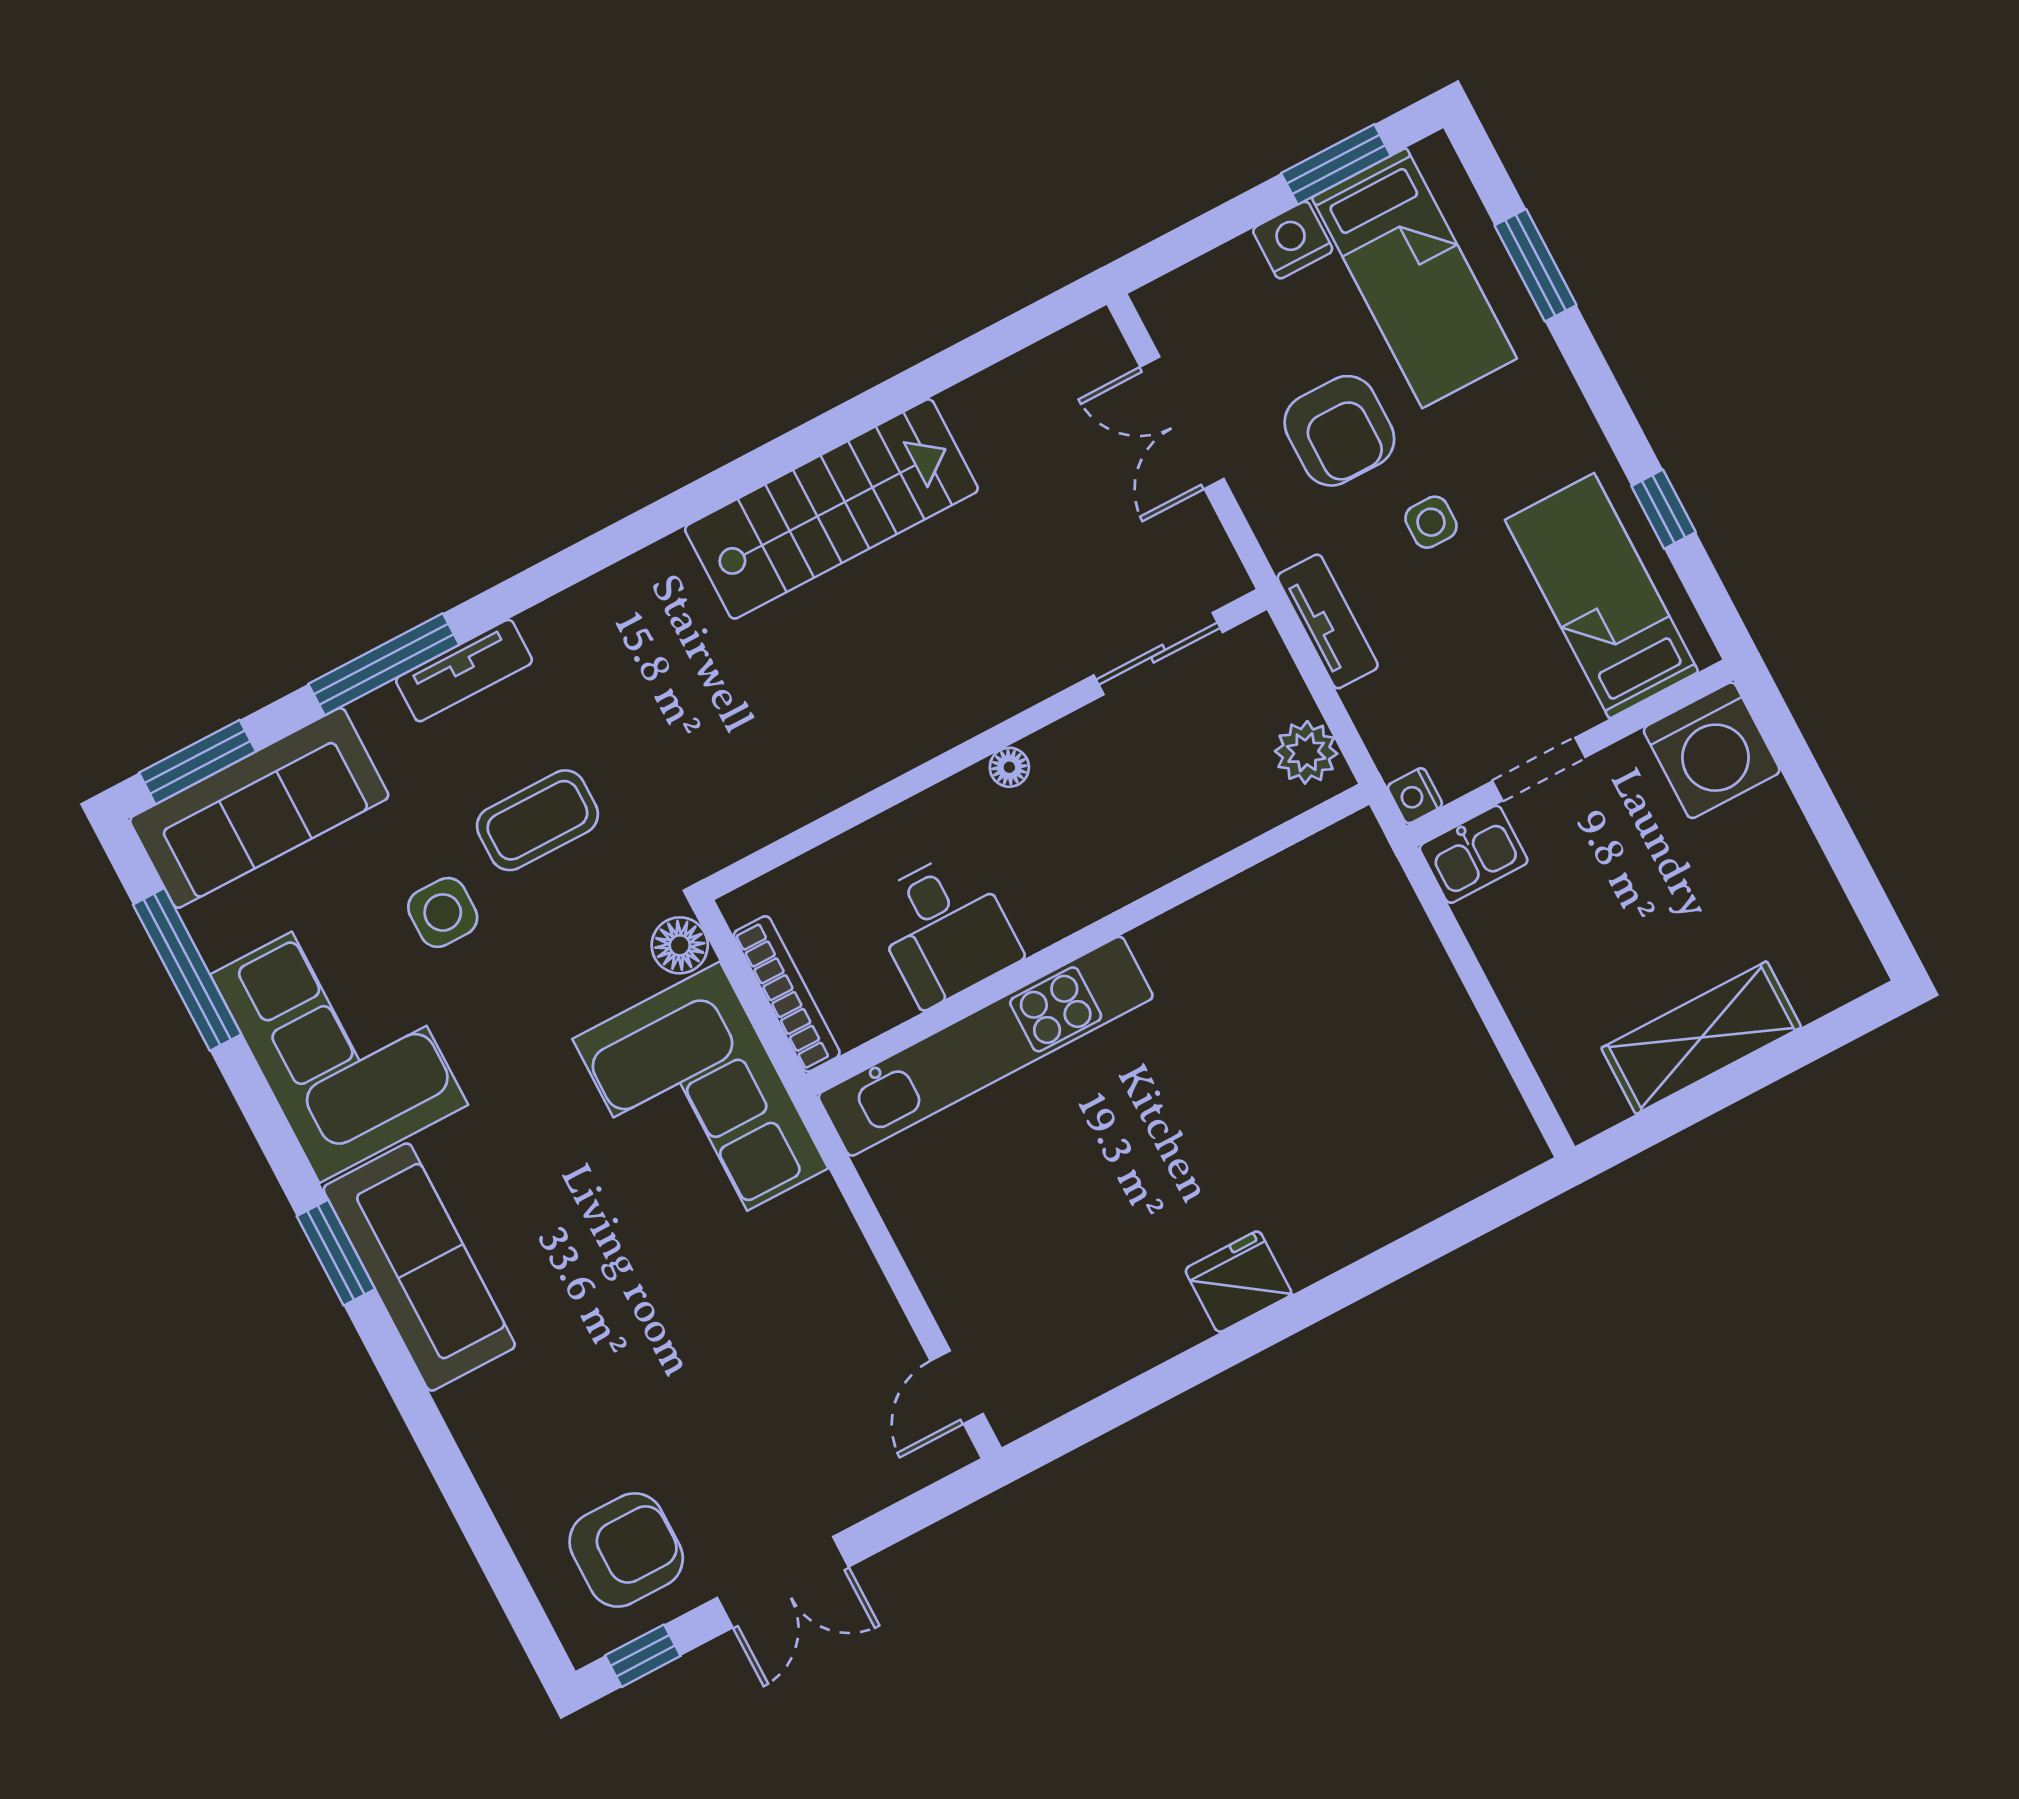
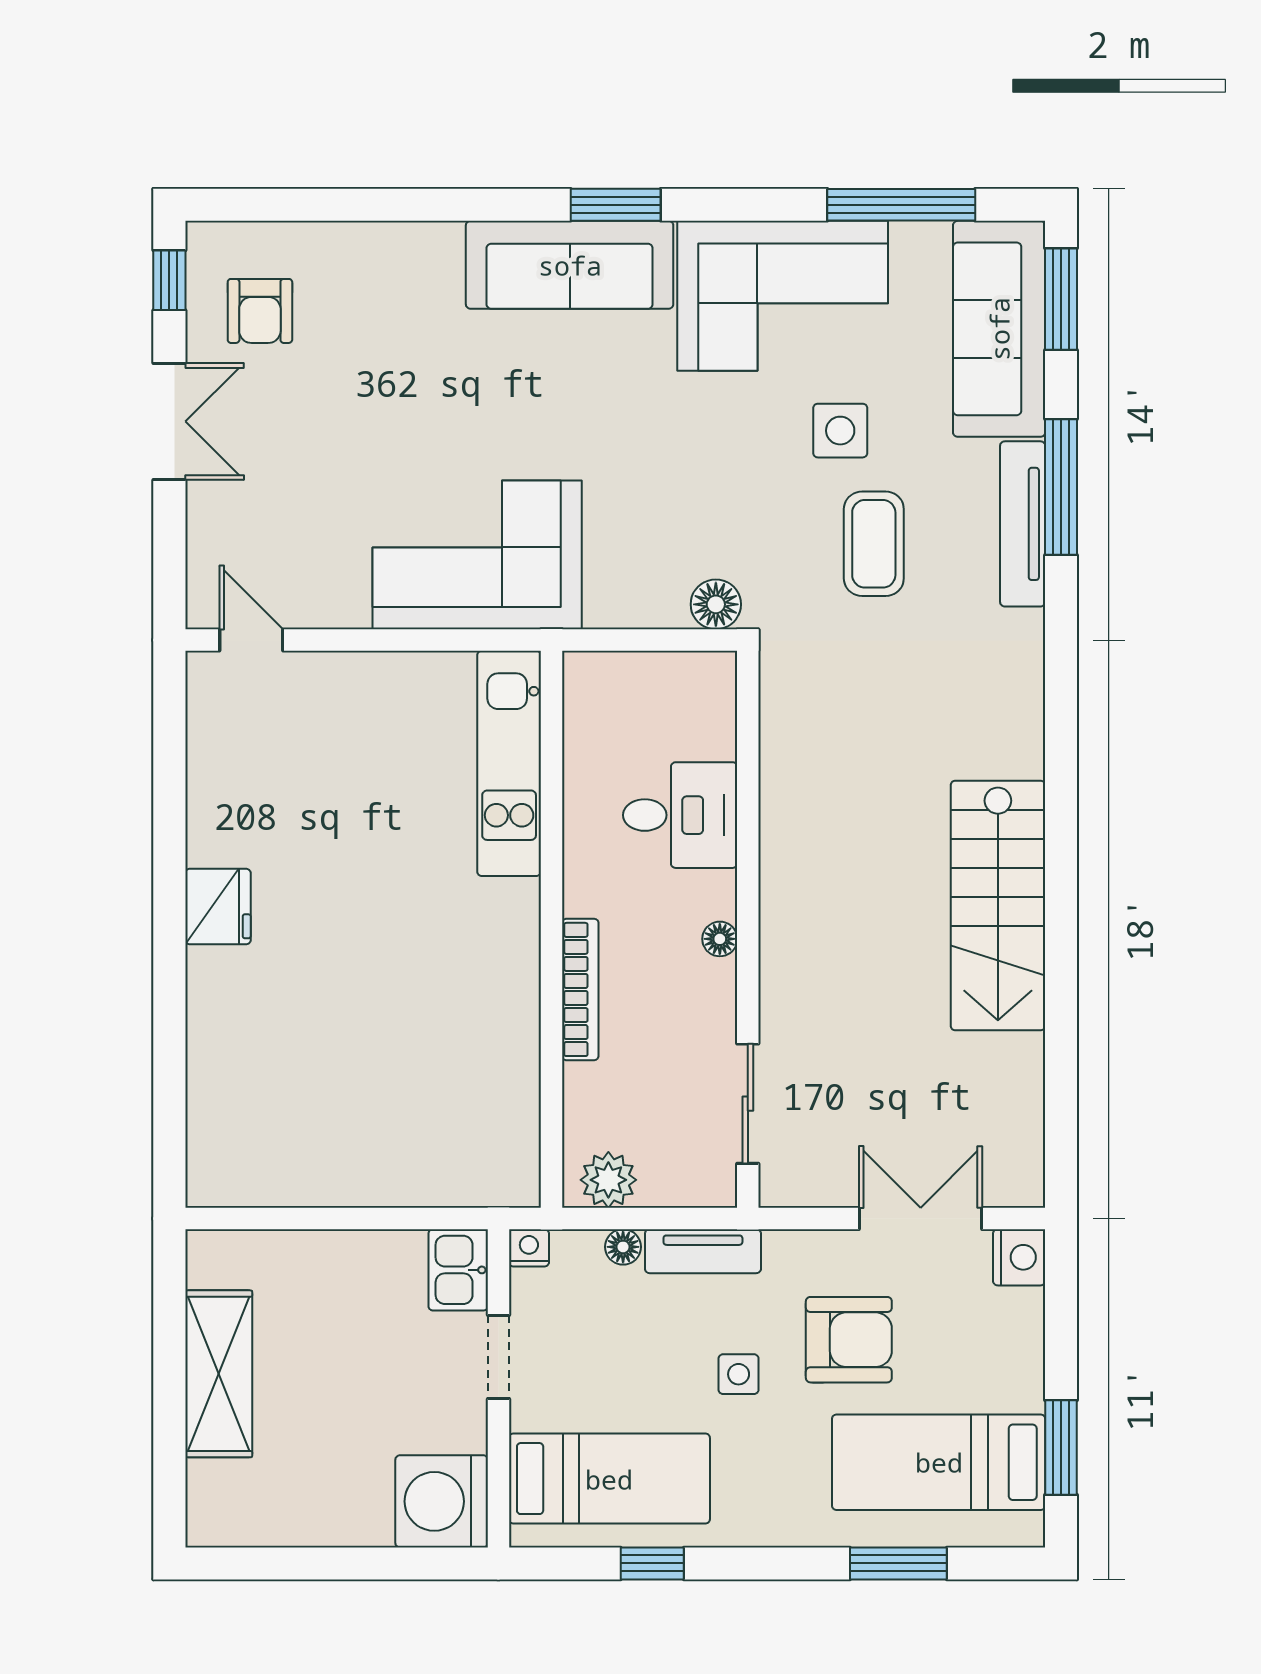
nightstand: (1293, 240) -> (1019, 1257), moved
armchair: (1339, 431) -> (849, 1340), turned 180
tv unit: (464, 671) -> (1023, 524), width x1.41
floor lamp: (1365, 703) -> (623, 1247), added
desk: (945, 928) -> (680, 815), moved, turned 180
bookcase: (787, 994) -> (580, 989), moved, turned -90
kitchen unit: (986, 1046) -> (509, 763), width x0.73
corner sofa: (700, 1104) -> (477, 555), moved
armchair: (626, 1550) -> (260, 311), width x0.72, depth x0.72
double door: (783, 1582) -> (169, 421), swing flipped

